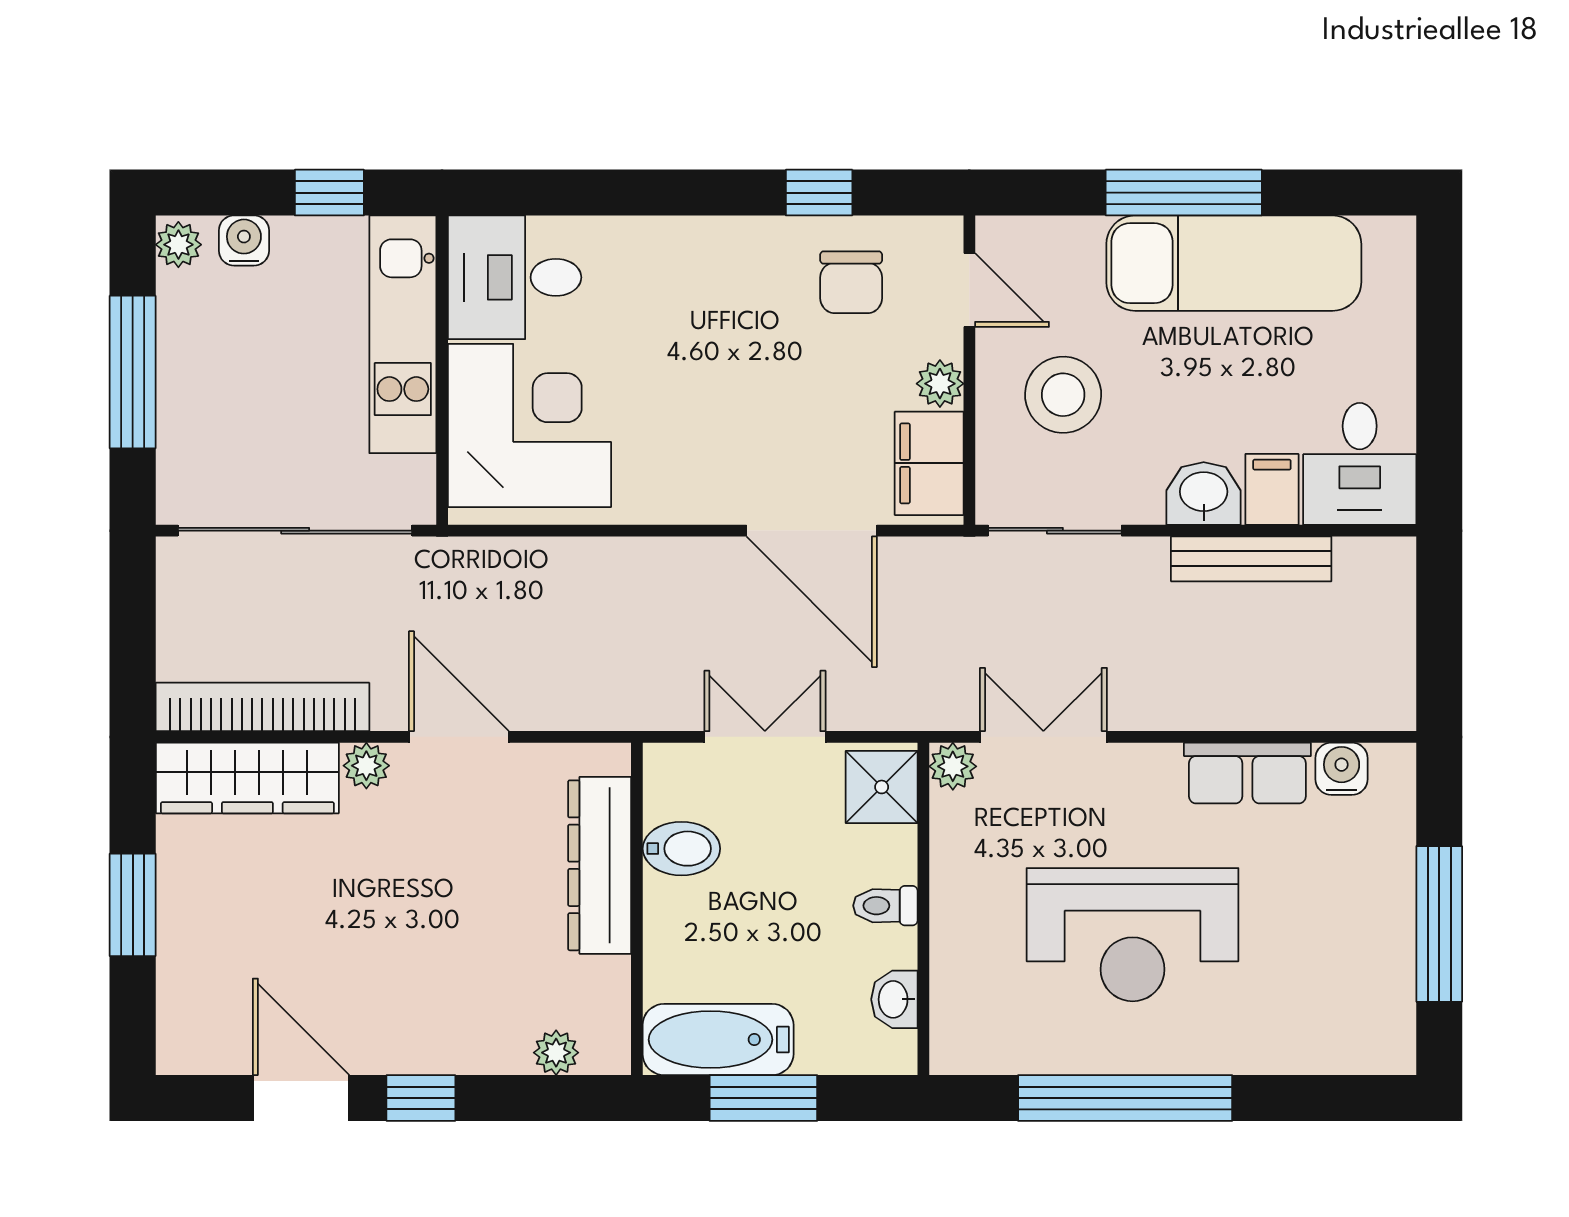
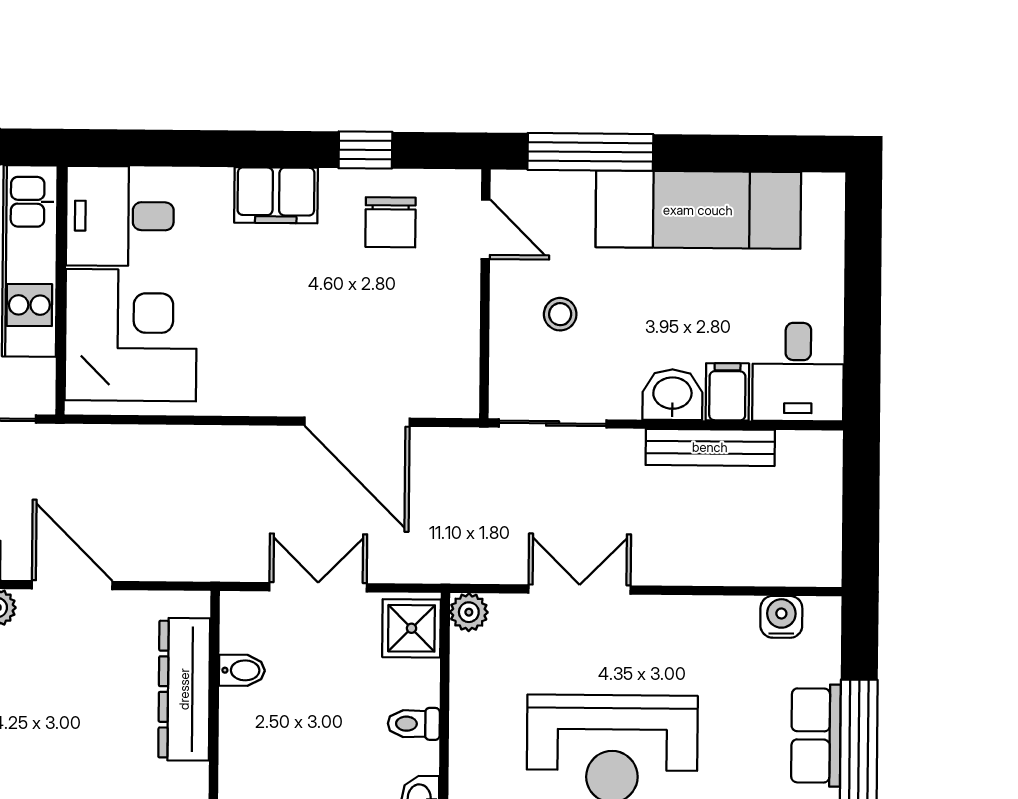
window: (1184, 193) -> (590, 152), moved
plant: (940, 384) -> (461, 304), removed
stool: (1063, 395) -> (560, 314), width x0.53, depth x0.53
filing cabinet: (929, 463) -> (276, 195), moved, turned -90
double door: (1043, 737) -> (580, 590), moved
row of seats: (1247, 773) -> (816, 735), moved, turned 90
bidet: (681, 849) -> (242, 670), width x0.72, depth x0.74

